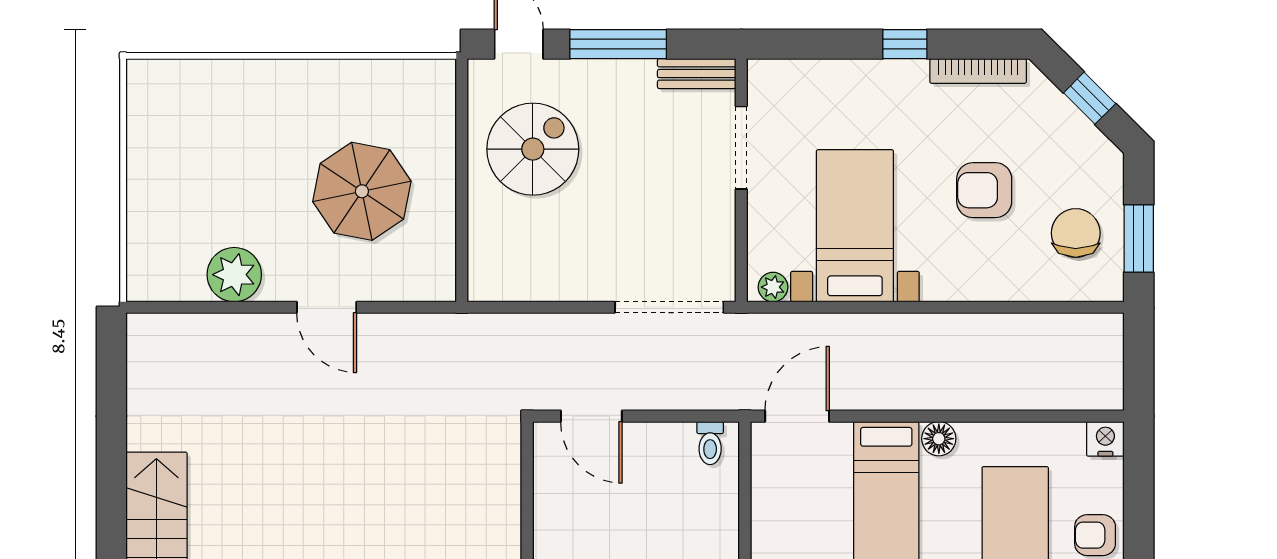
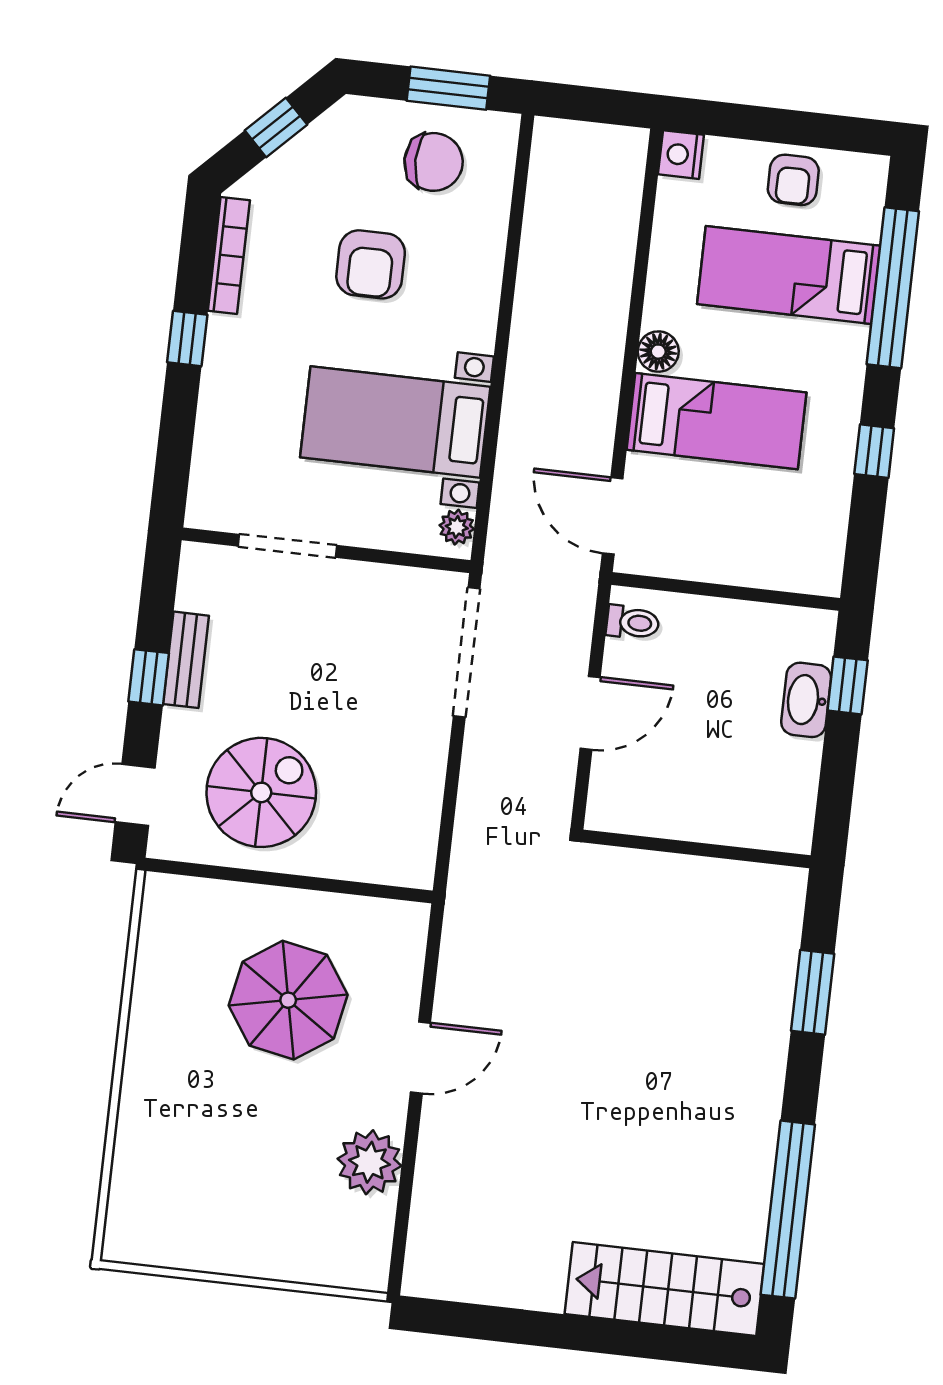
window: (618, 44) -> (149, 677), width x0.46
bench: (697, 74) -> (186, 660), moved
spiral stairs: (533, 149) -> (261, 792), turned 90
chair: (1076, 233) -> (434, 162), turned 180
door: (591, 416) -> (590, 713), moved

